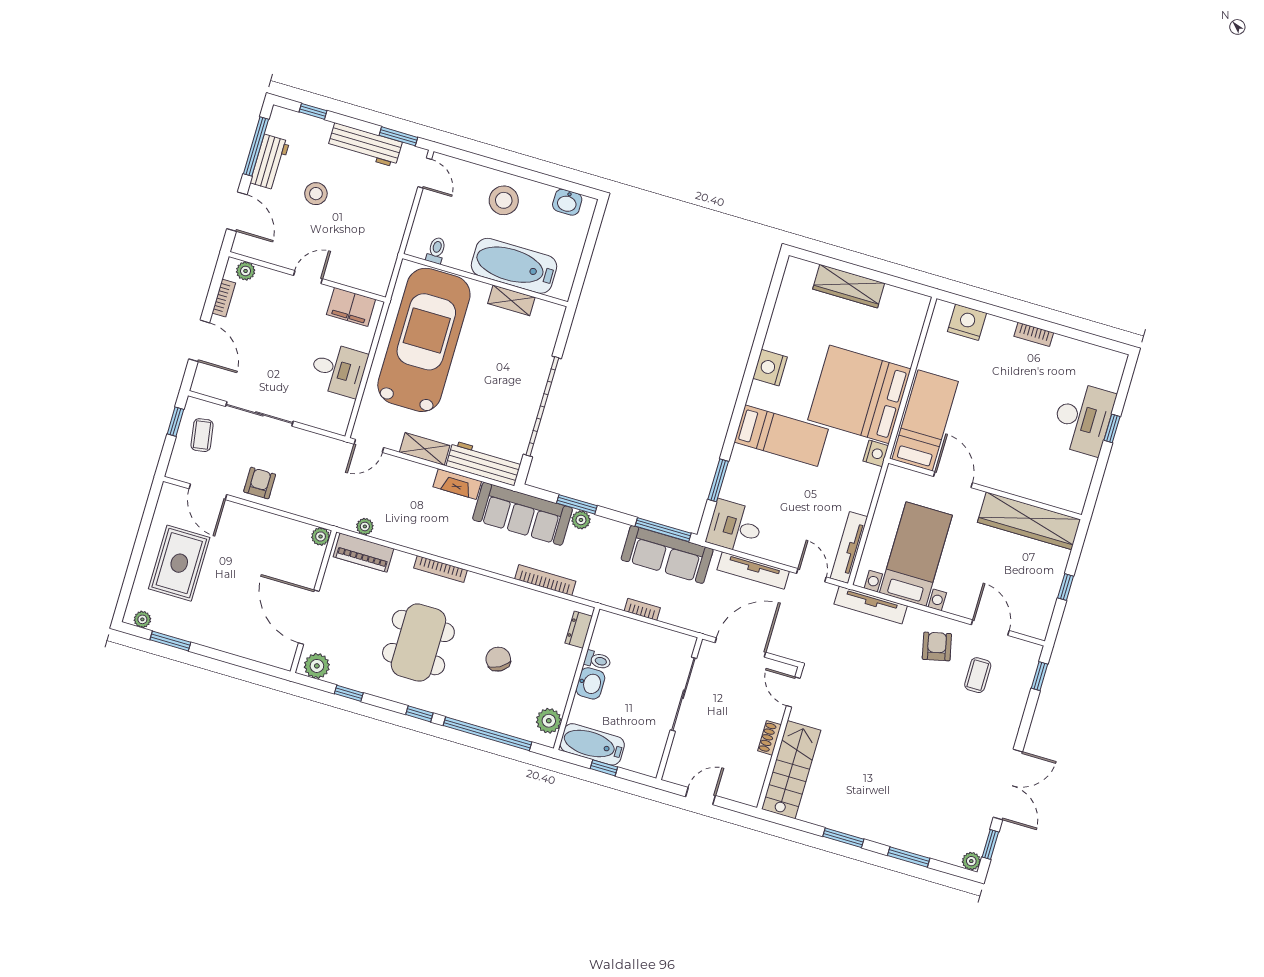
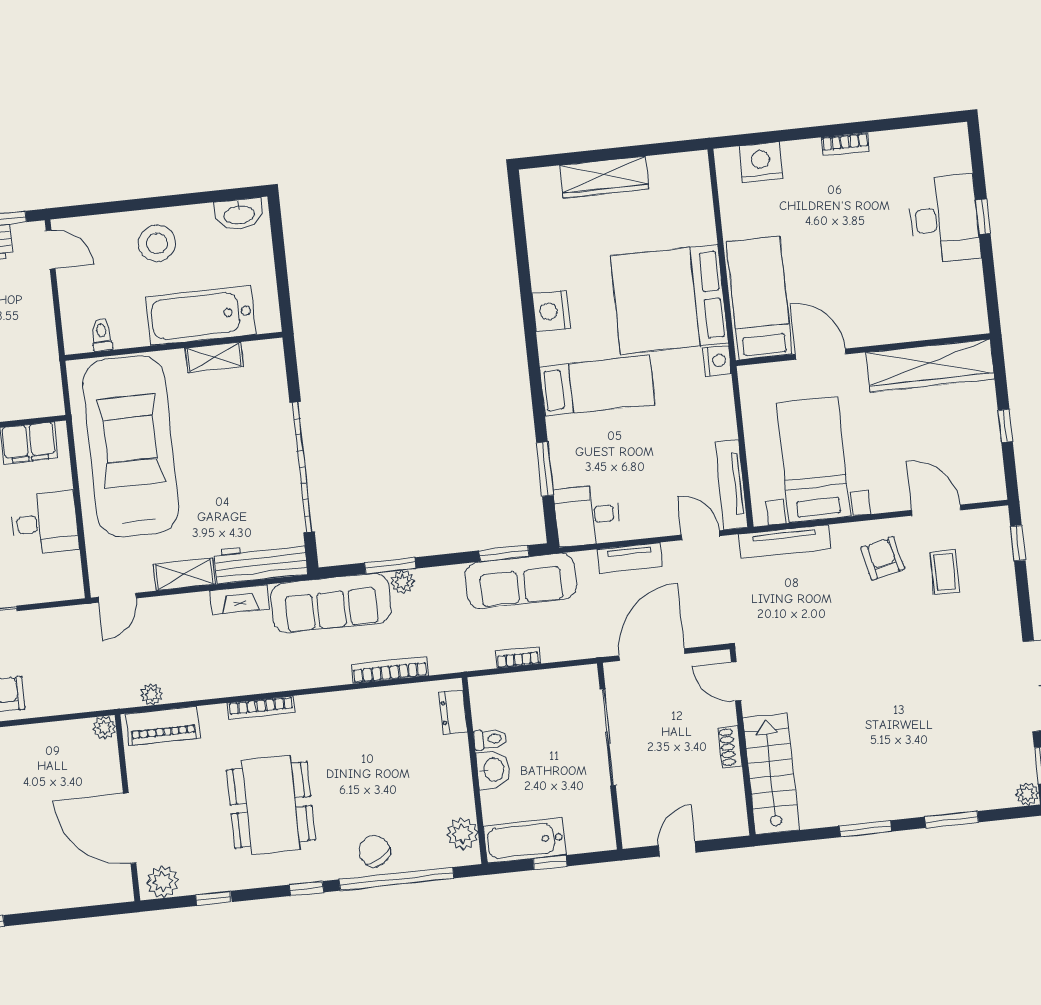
washbasin: (567, 202) -> (239, 214), width x1.38
window: (663, 530) -> (504, 553), width x0.69
tv unit: (753, 570) -> (630, 558), width x0.71
chair: (498, 659) -> (374, 851), moved

